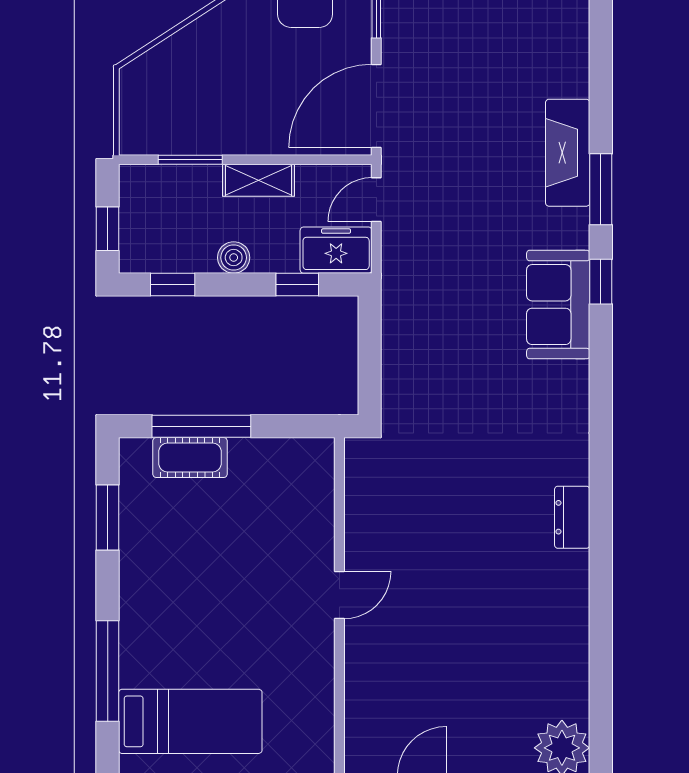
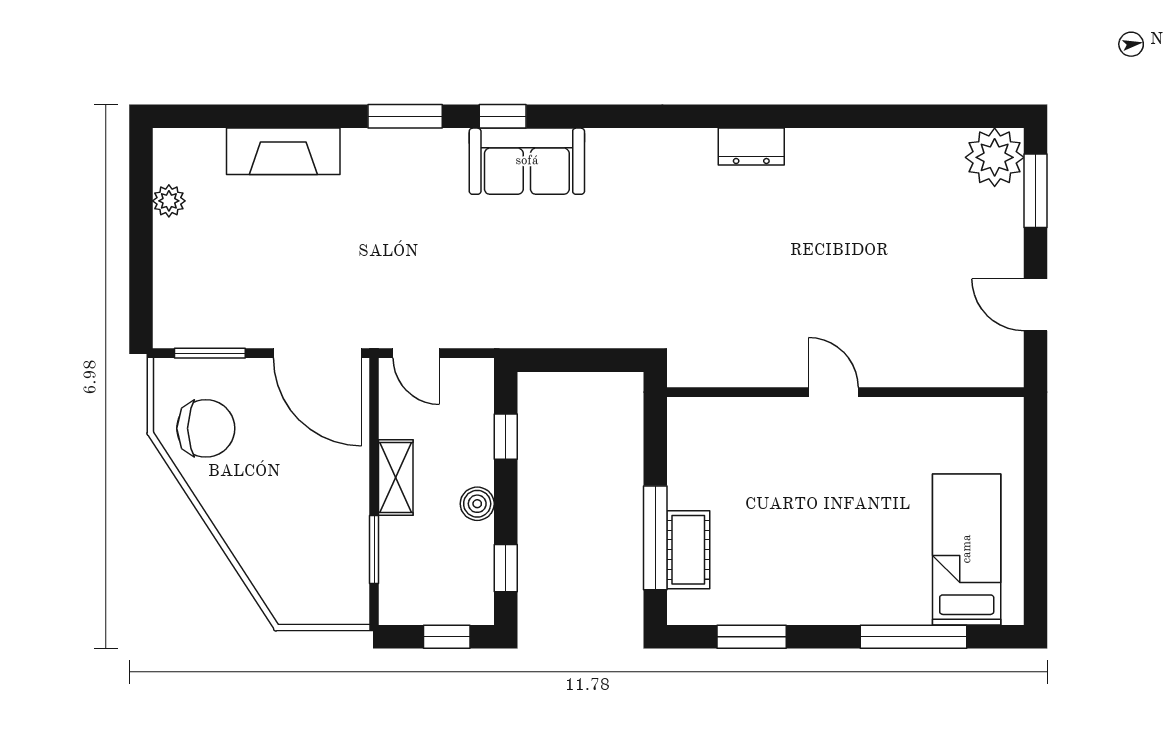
fireplace: (568, 153) -> (283, 151), moved
freezer: (336, 250) -> (469, 396), removed

